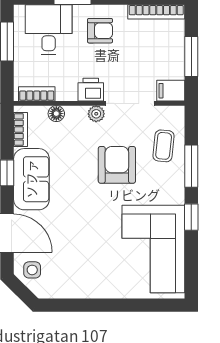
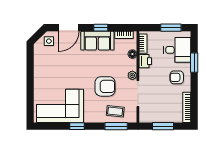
armchair: (100, 31) -> (177, 77), turned 90
printer: (91, 90) -> (145, 61), moved
filing cabinet: (171, 91) -> (145, 115), removed
window: (191, 166) -> (116, 126), moved

